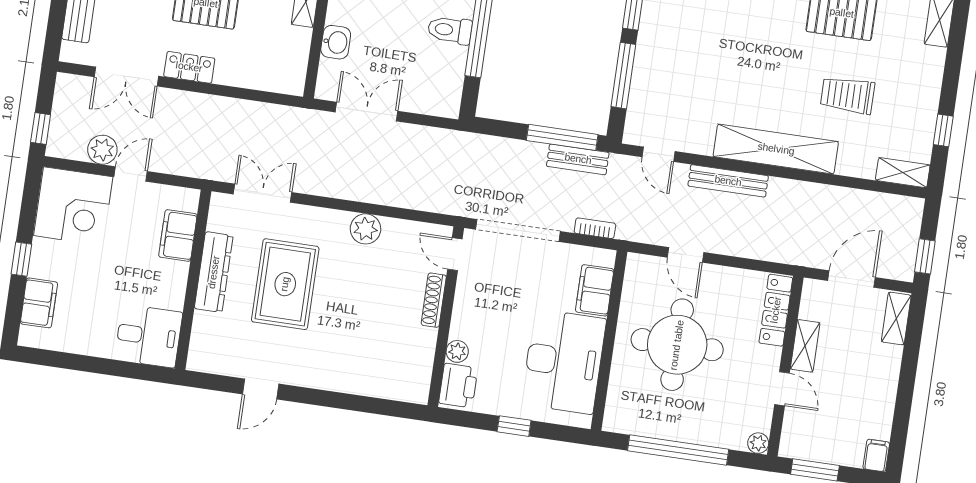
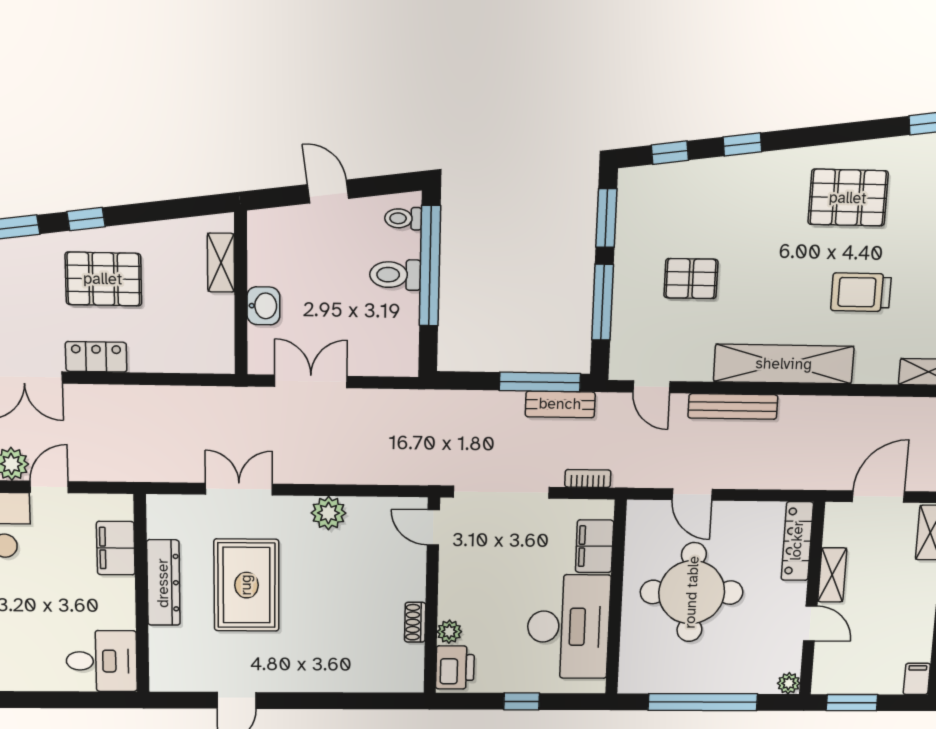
pallet: (701, 65) -> (691, 279), added
double door: (263, 193) -> (239, 489), moved
shoe rack: (434, 300) -> (415, 622), moved, width x0.70

